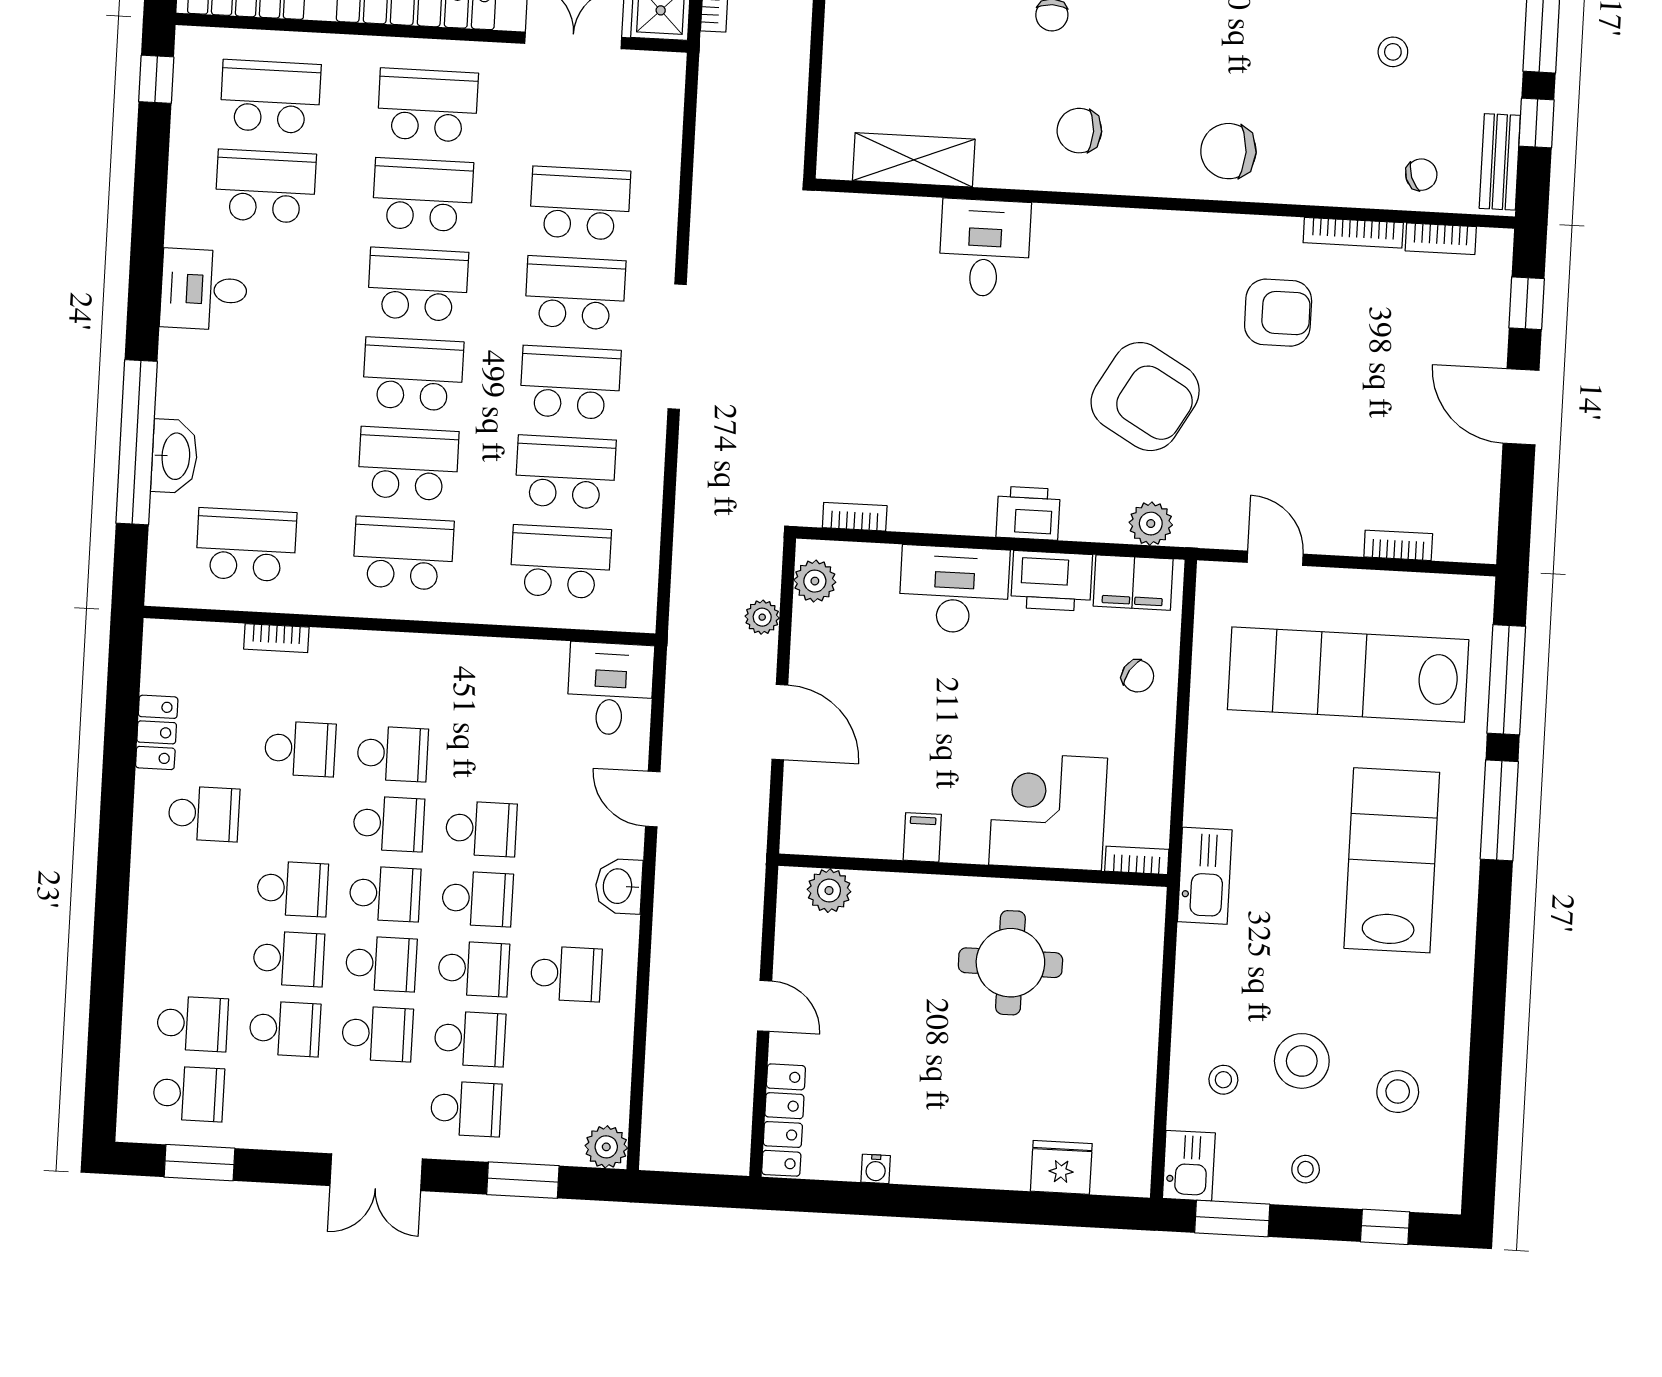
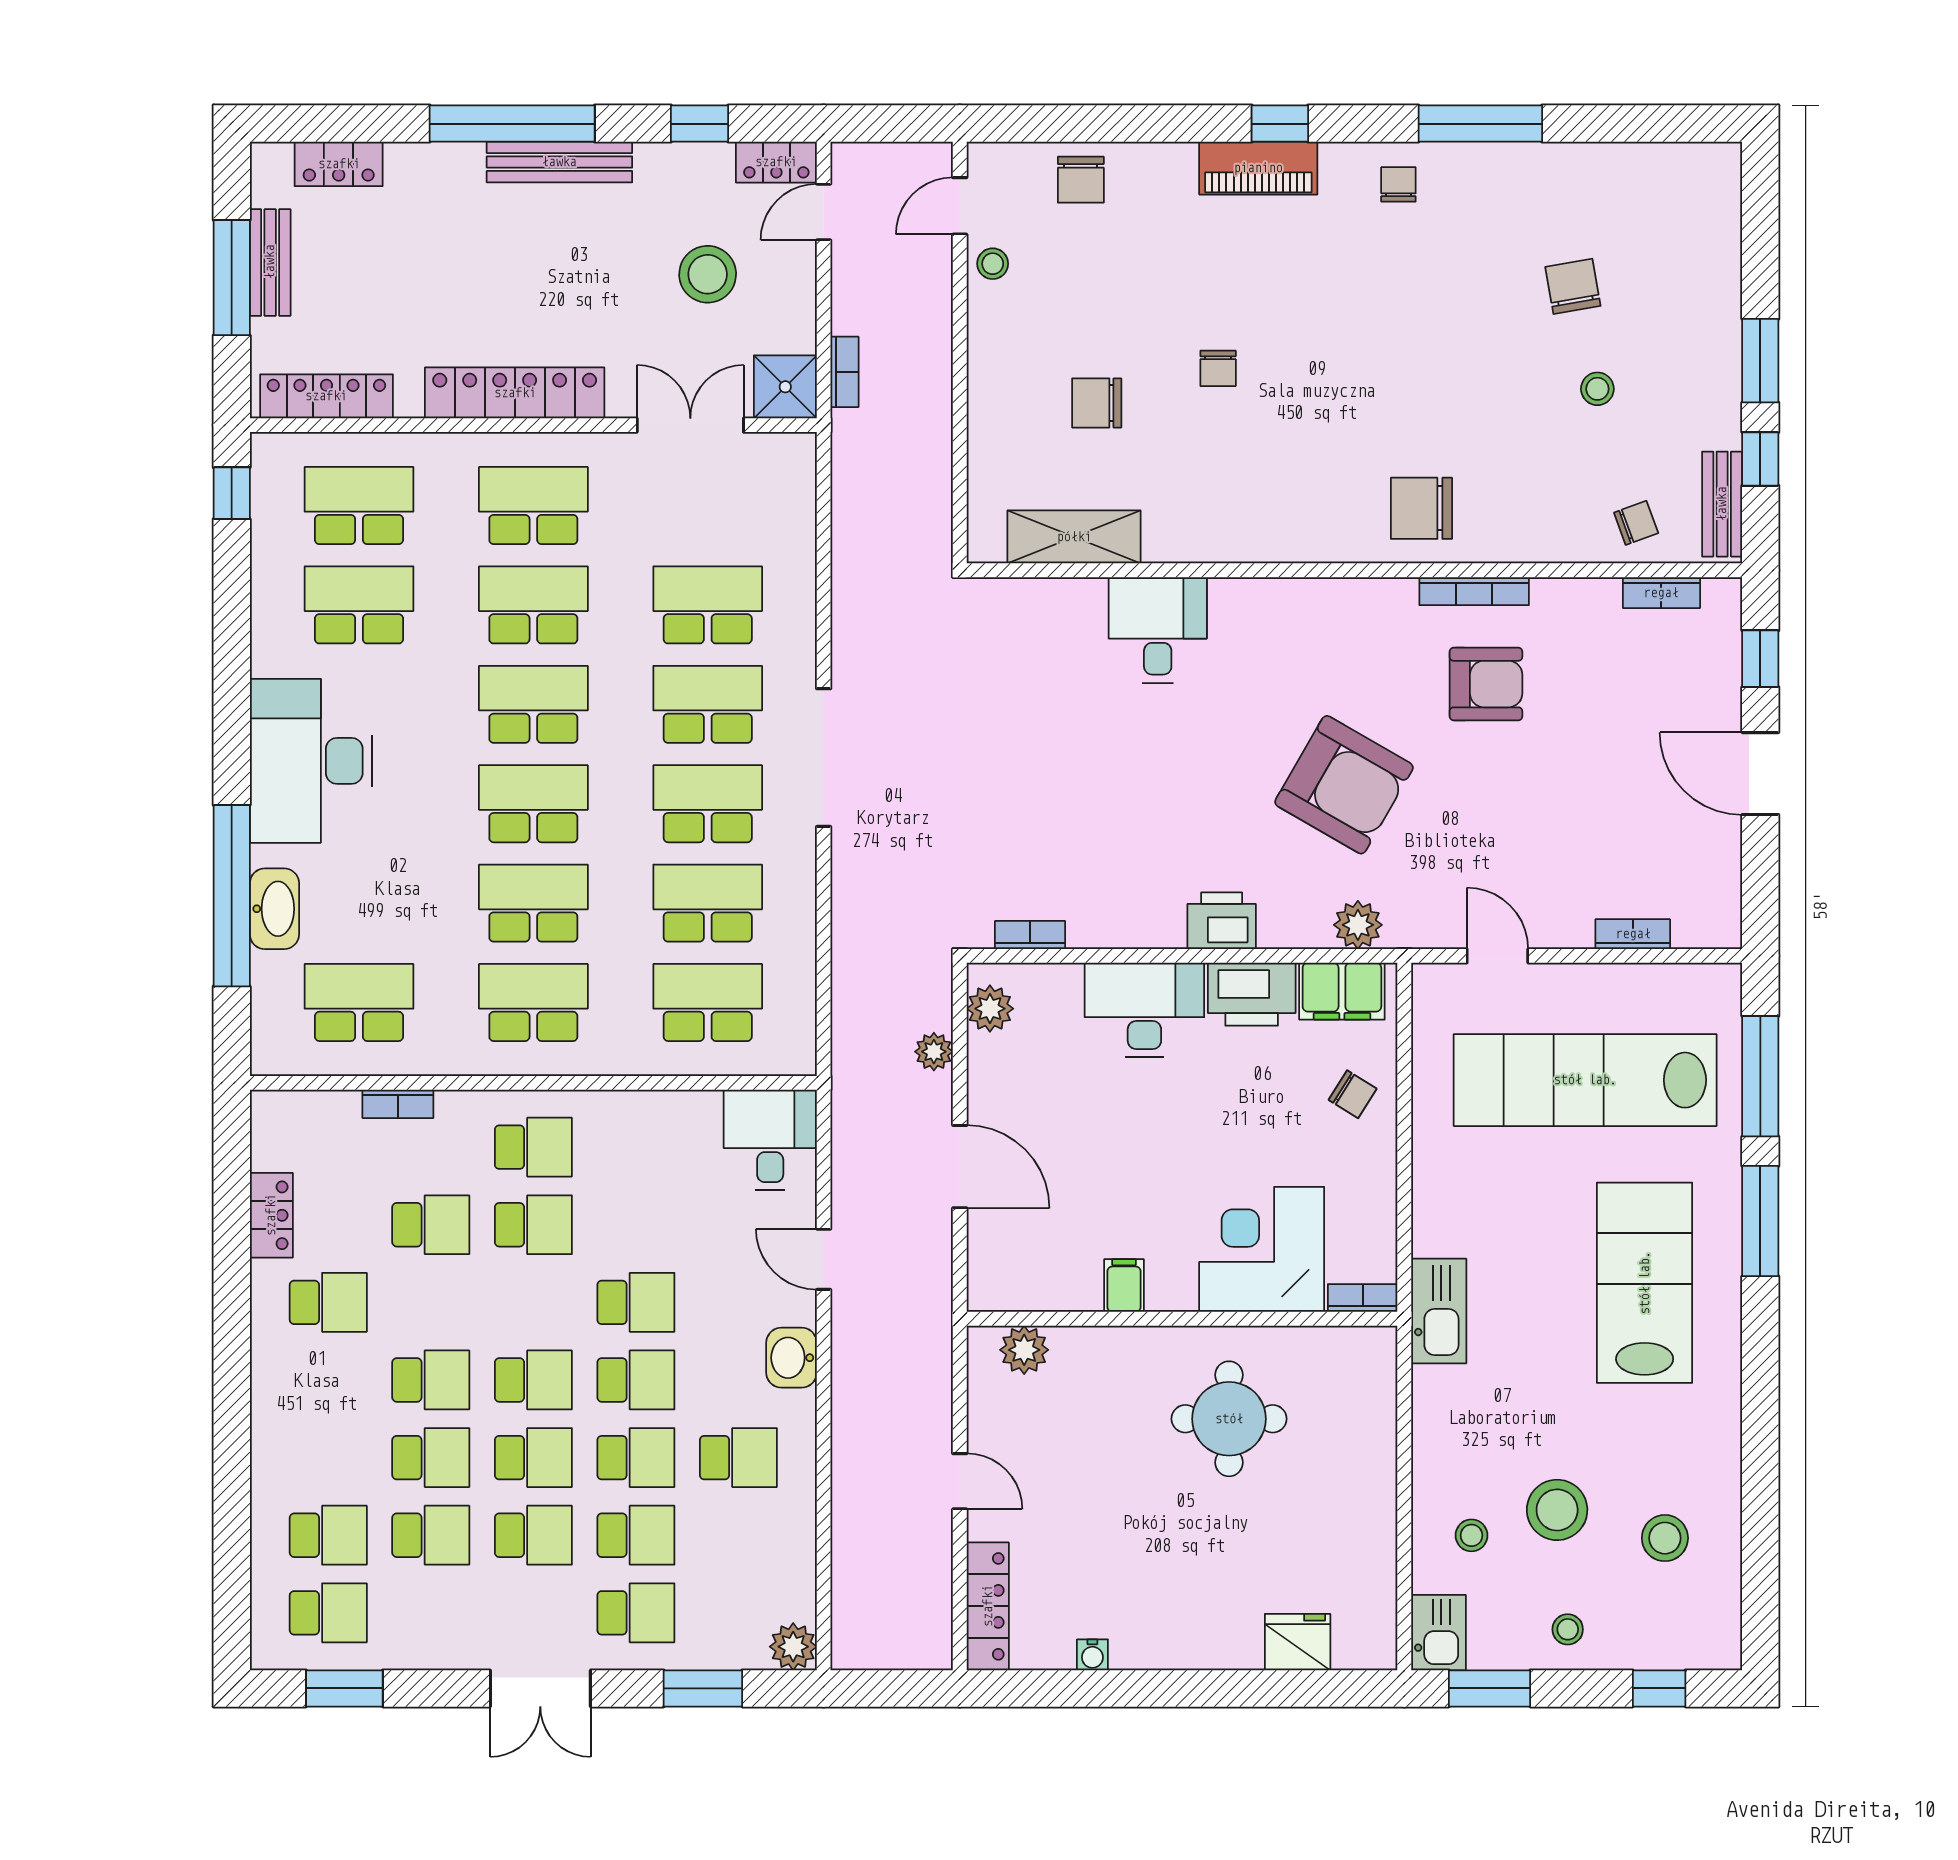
chair: (1079, 131) -> (1097, 403), moved
bookcase: (1353, 233) -> (1474, 591), moved
desk: (204, 289) -> (311, 761), width x1.87, depth x1.30
school desk: (389, 824) -> (533, 1147), moved

